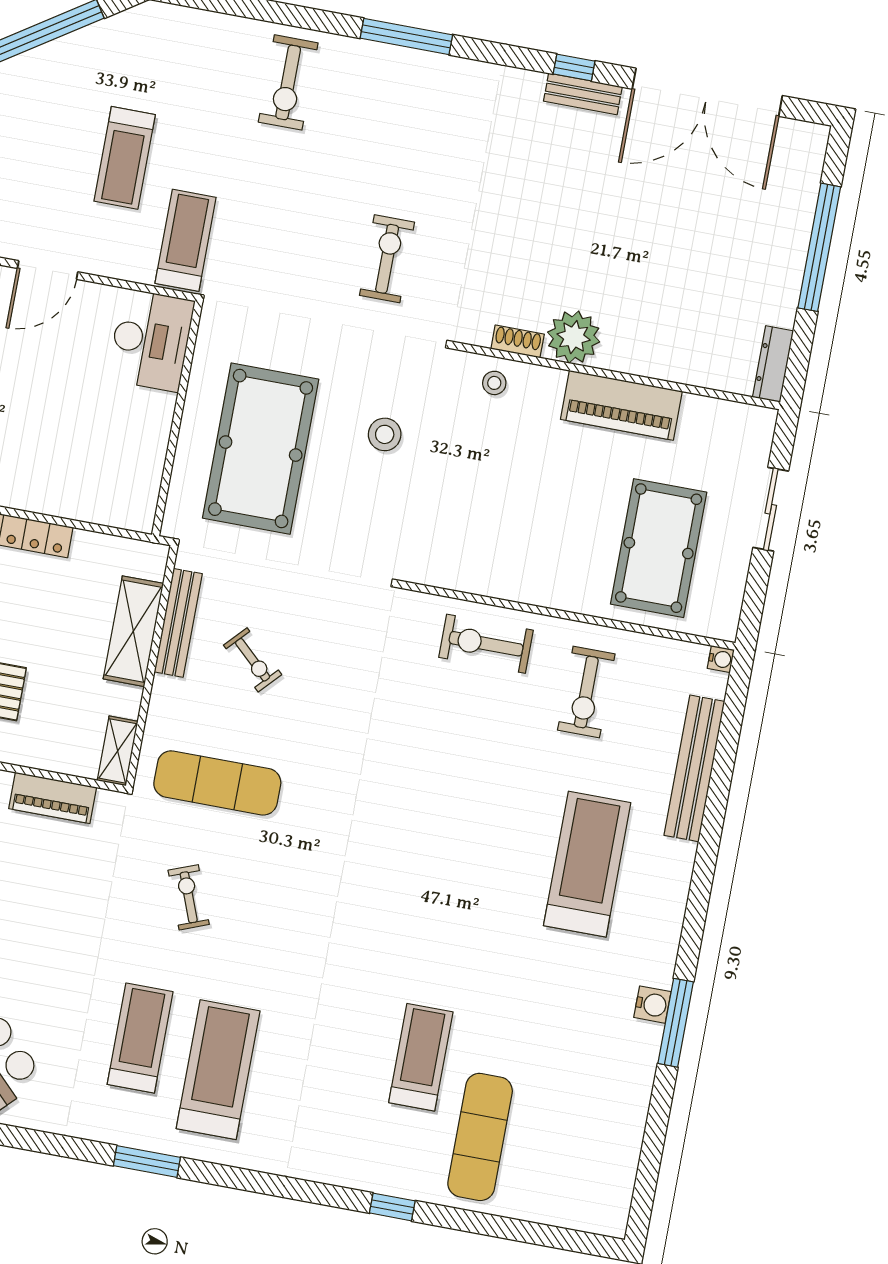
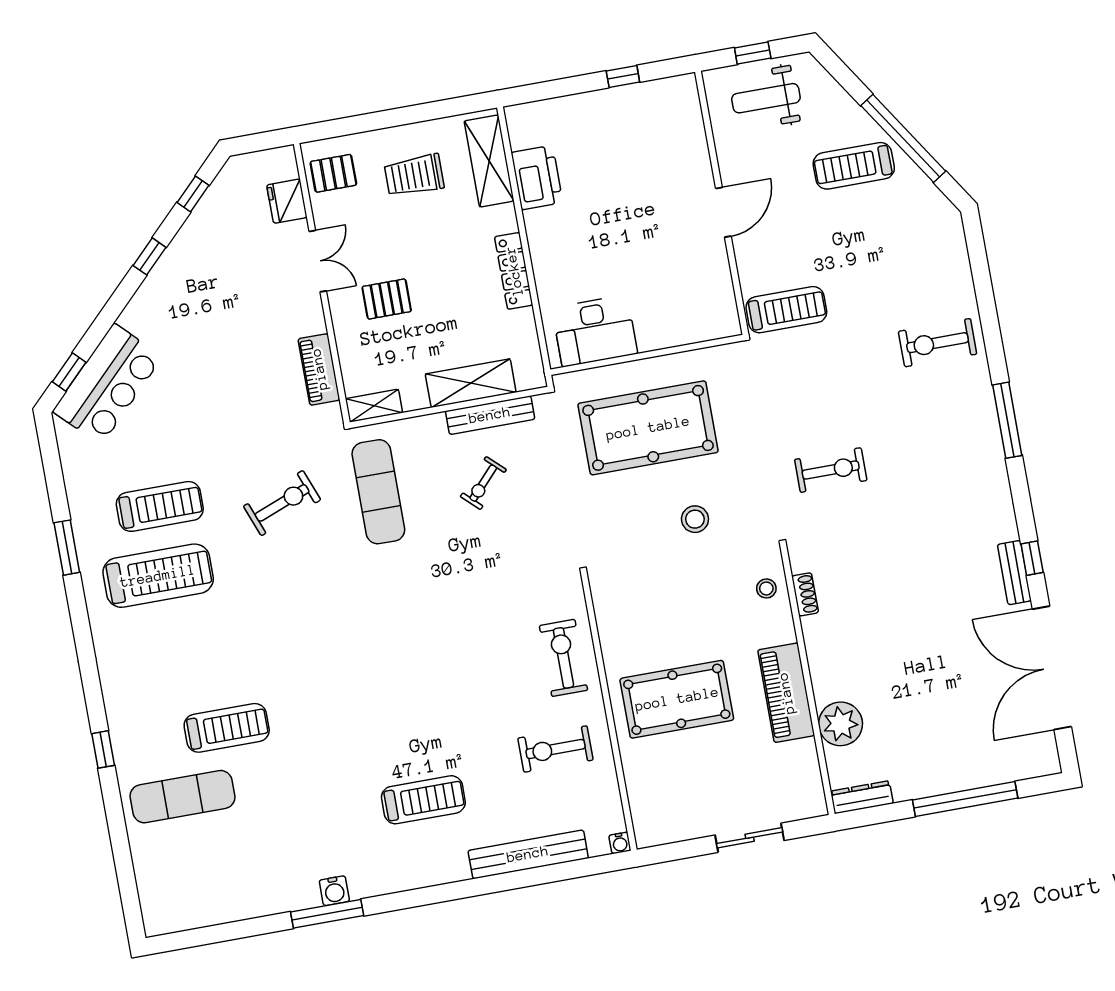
treadmill: (125, 158) -> (854, 166), moved
door: (48, 270) -> (723, 212), swing flipped
plant: (574, 337) -> (841, 724), moved
desk: (151, 340) -> (595, 331), moved
pool table: (659, 548) -> (677, 699), moved
treadmill: (587, 864) -> (423, 800), width x0.73, depth x0.73
exercise bike: (189, 897) -> (282, 503), width x1.38, depth x1.39

